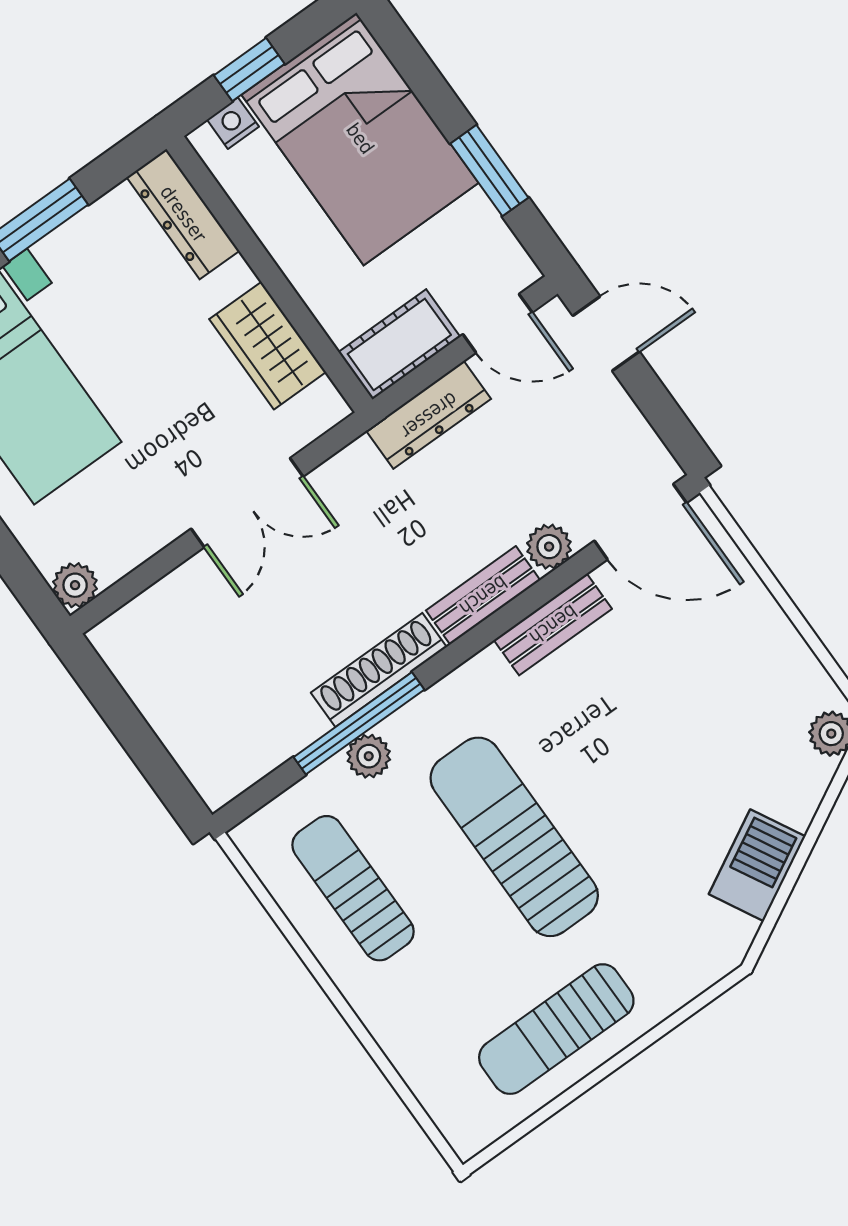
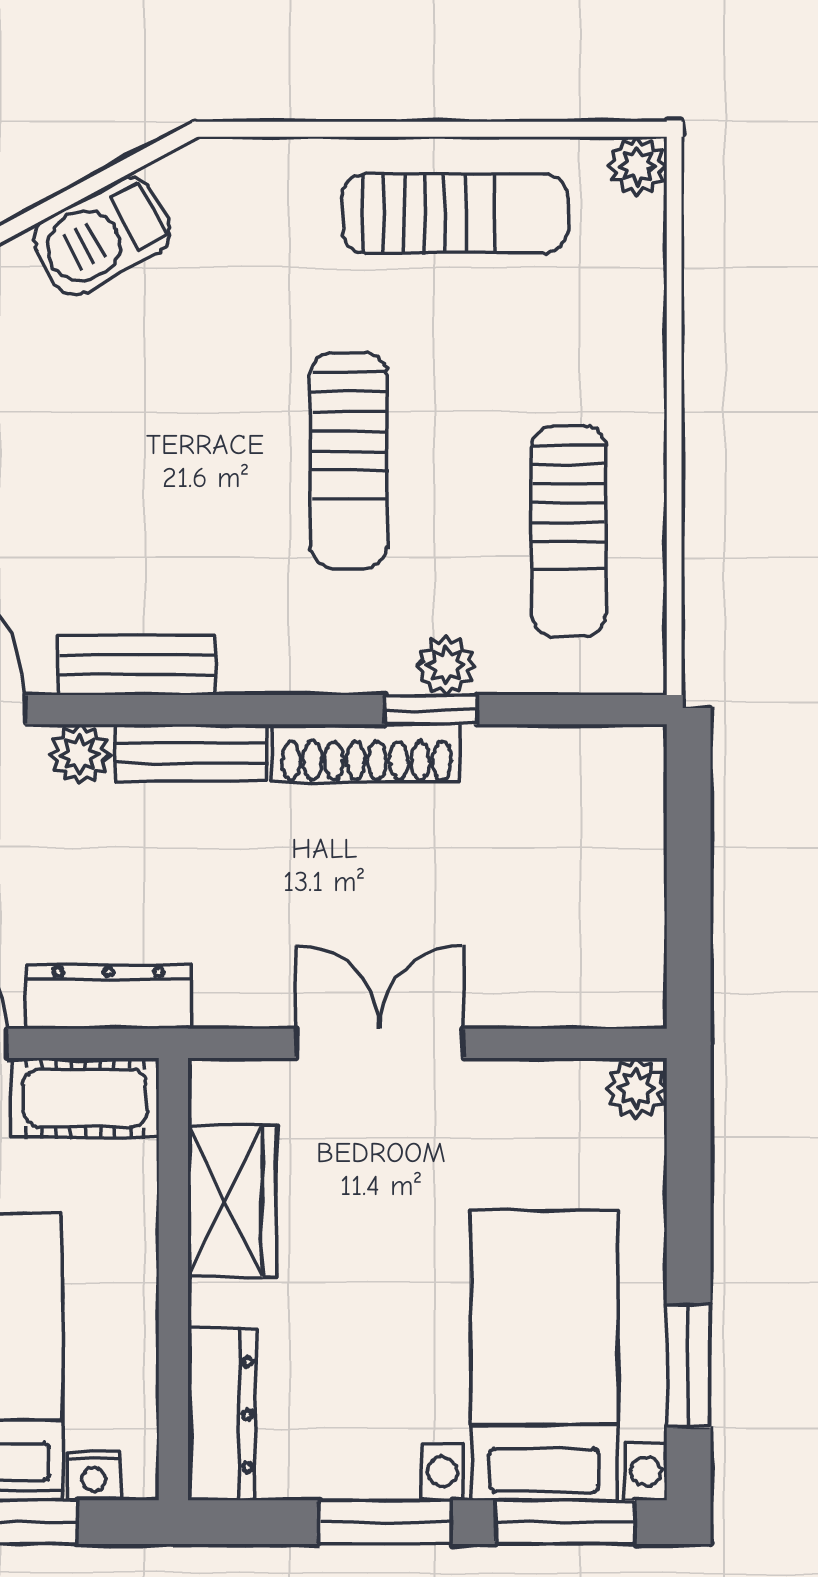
window: (359, 723) -> (431, 710), width x0.46
sun lounger: (514, 837) -> (349, 460), width x0.73, depth x0.75
plant: (468, 1135) -> (637, 166), added

